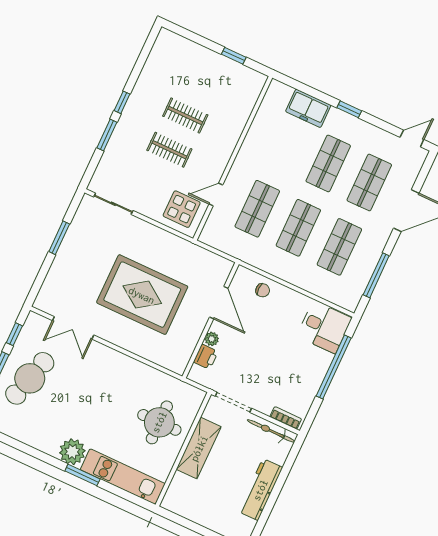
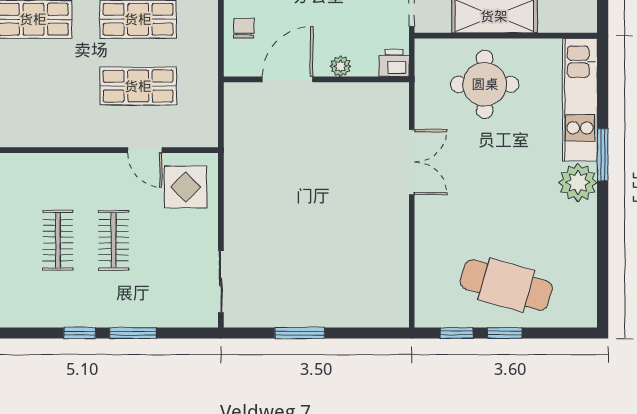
rug: (142, 295) -> (324, 187), removed
double door: (73, 328) -> (412, 162), moved
printer: (206, 357) -> (394, 63), moved

